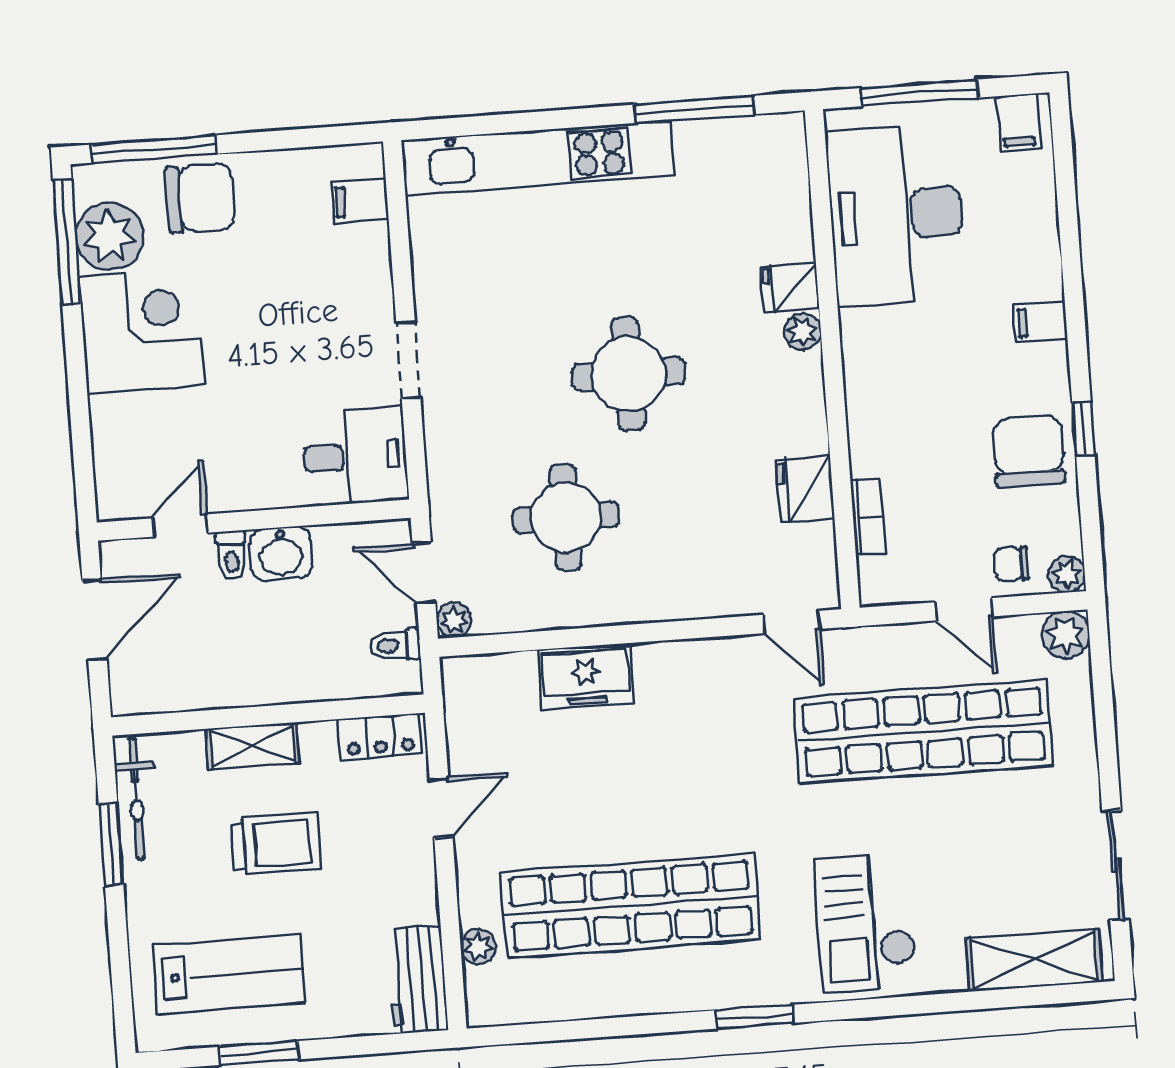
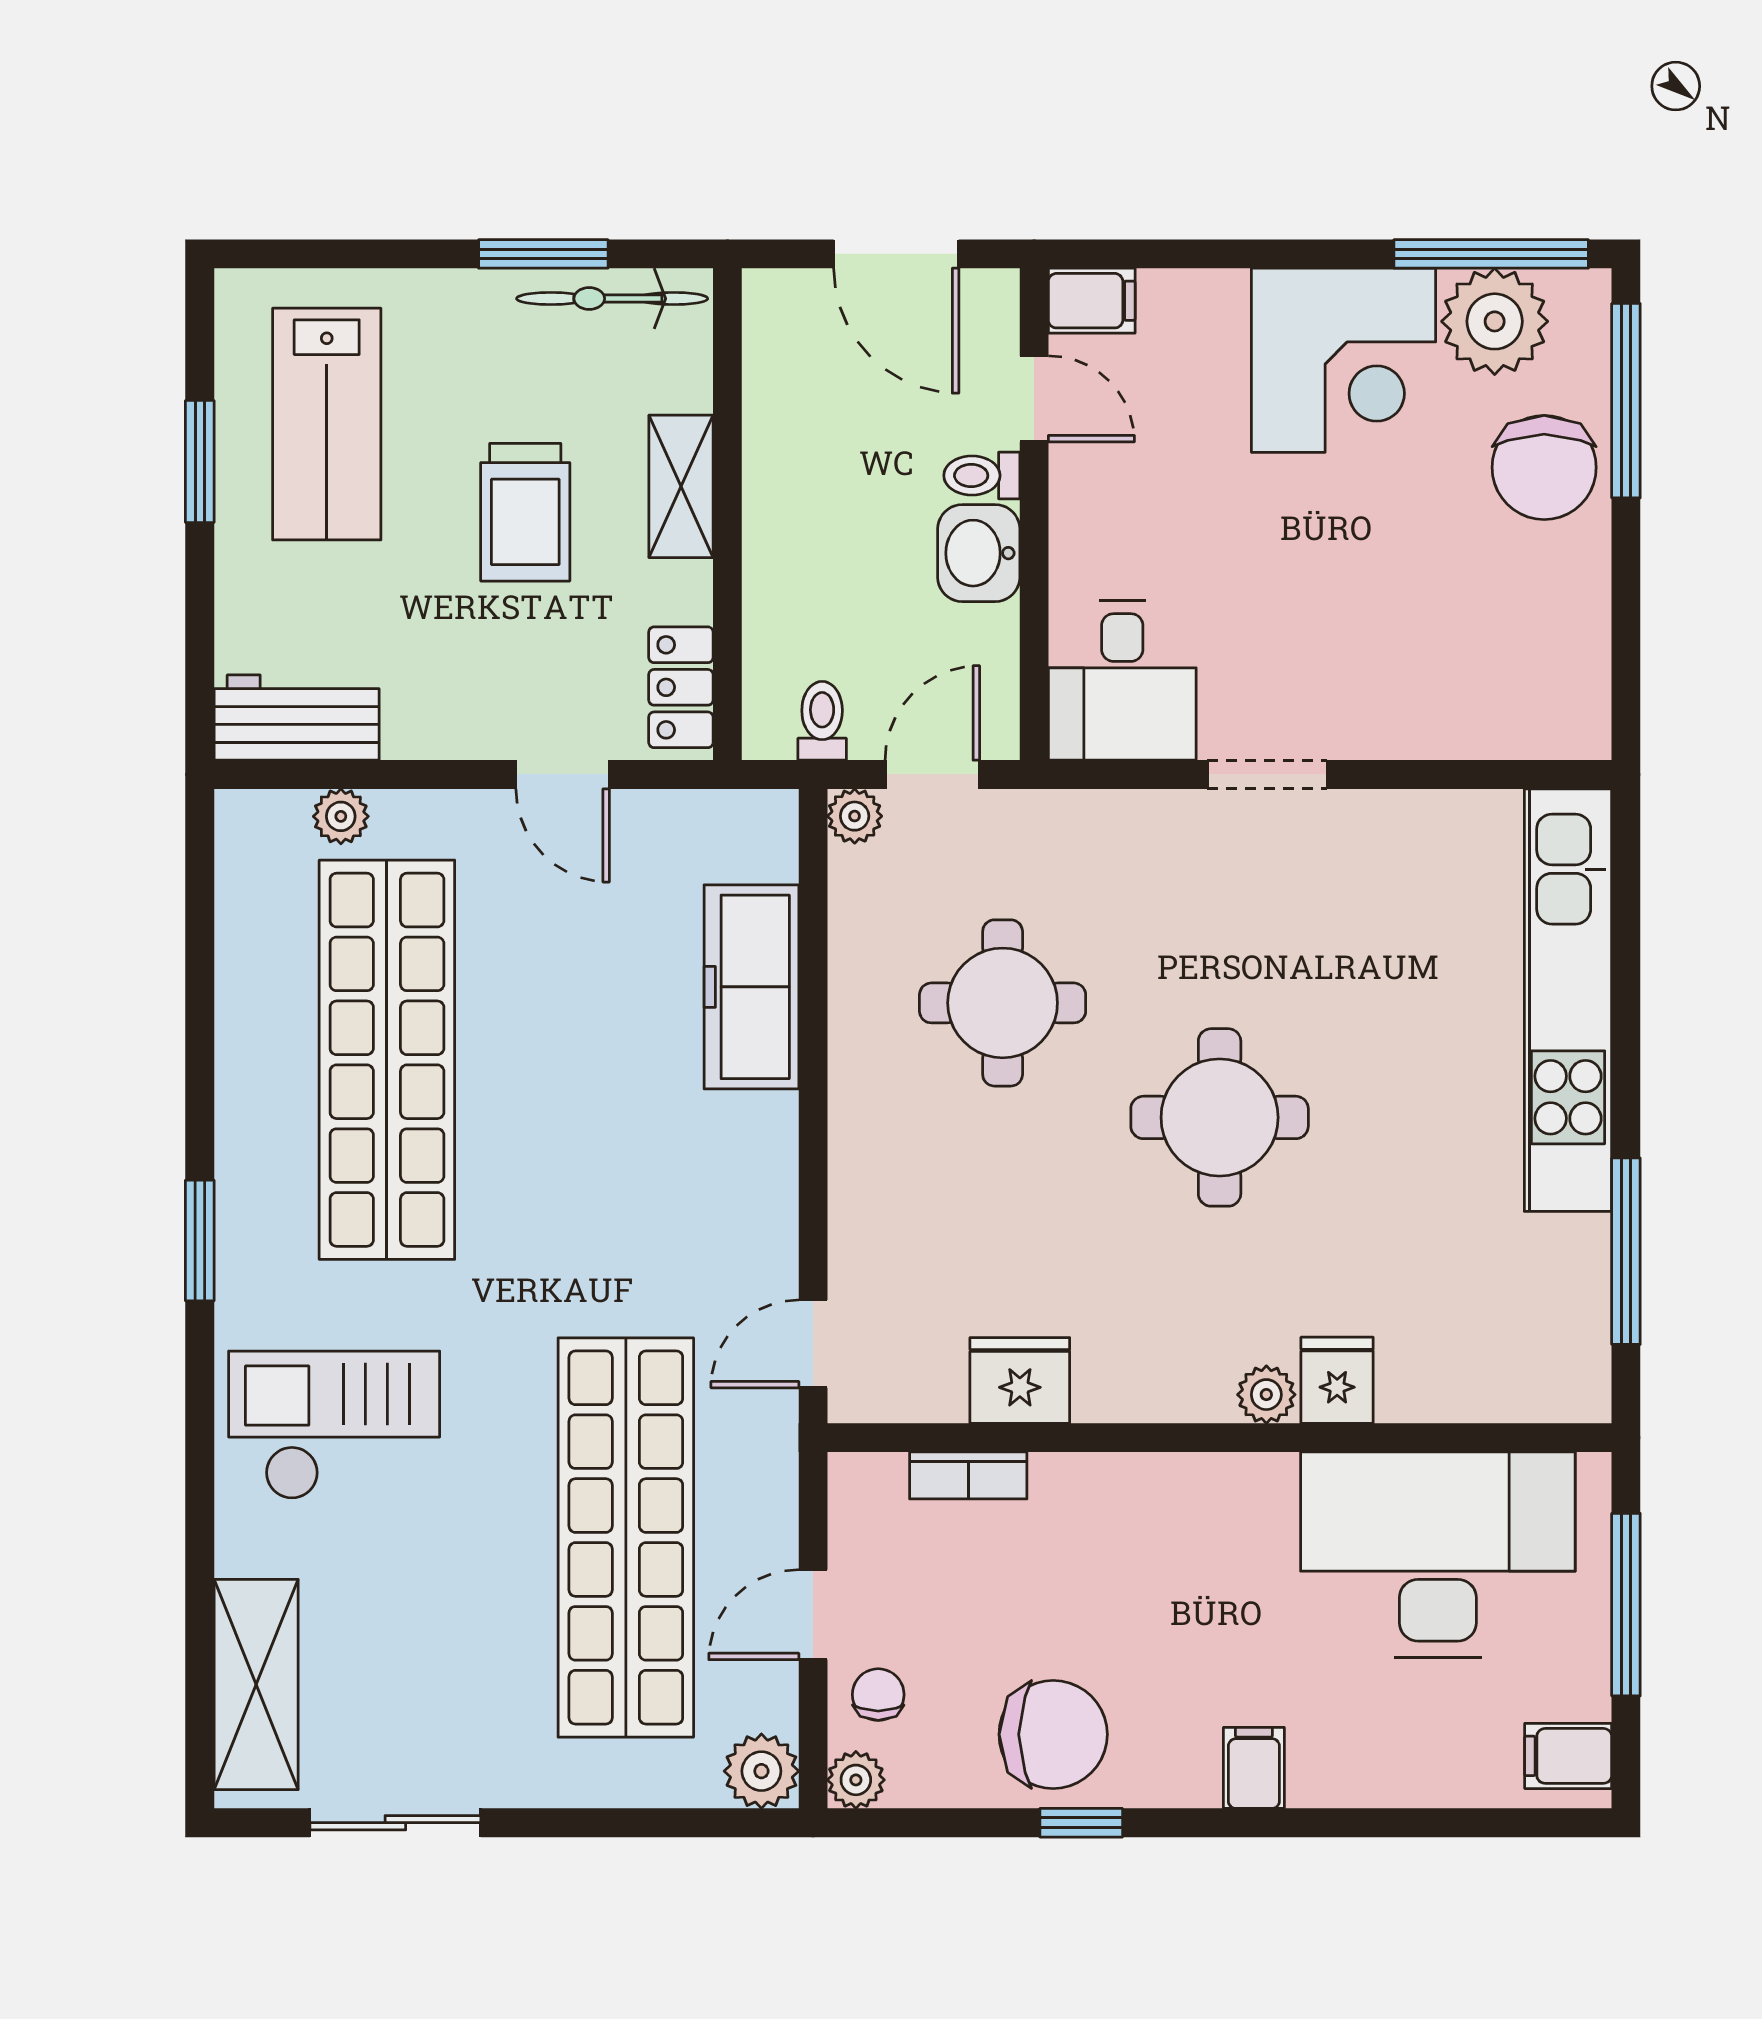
filing cabinet: (360, 201) -> (1092, 301), moved, turned 90
freezer: (586, 676) -> (751, 987), width x1.40

